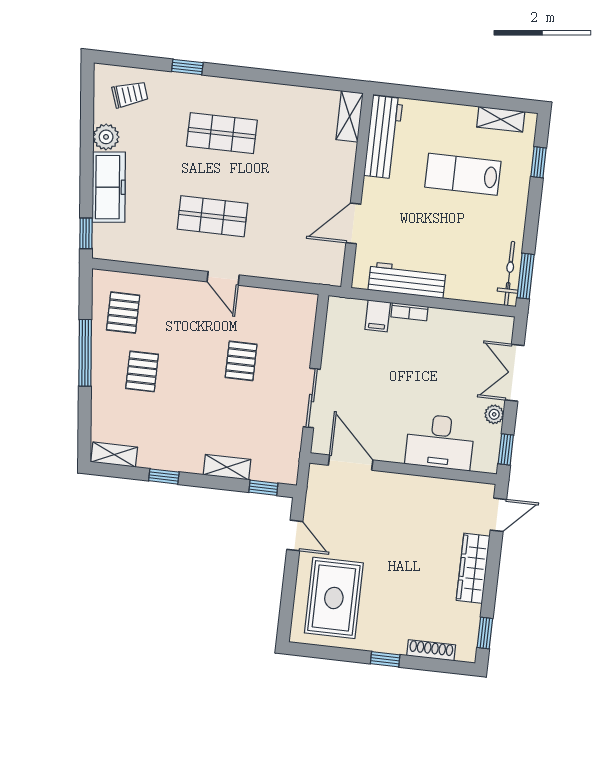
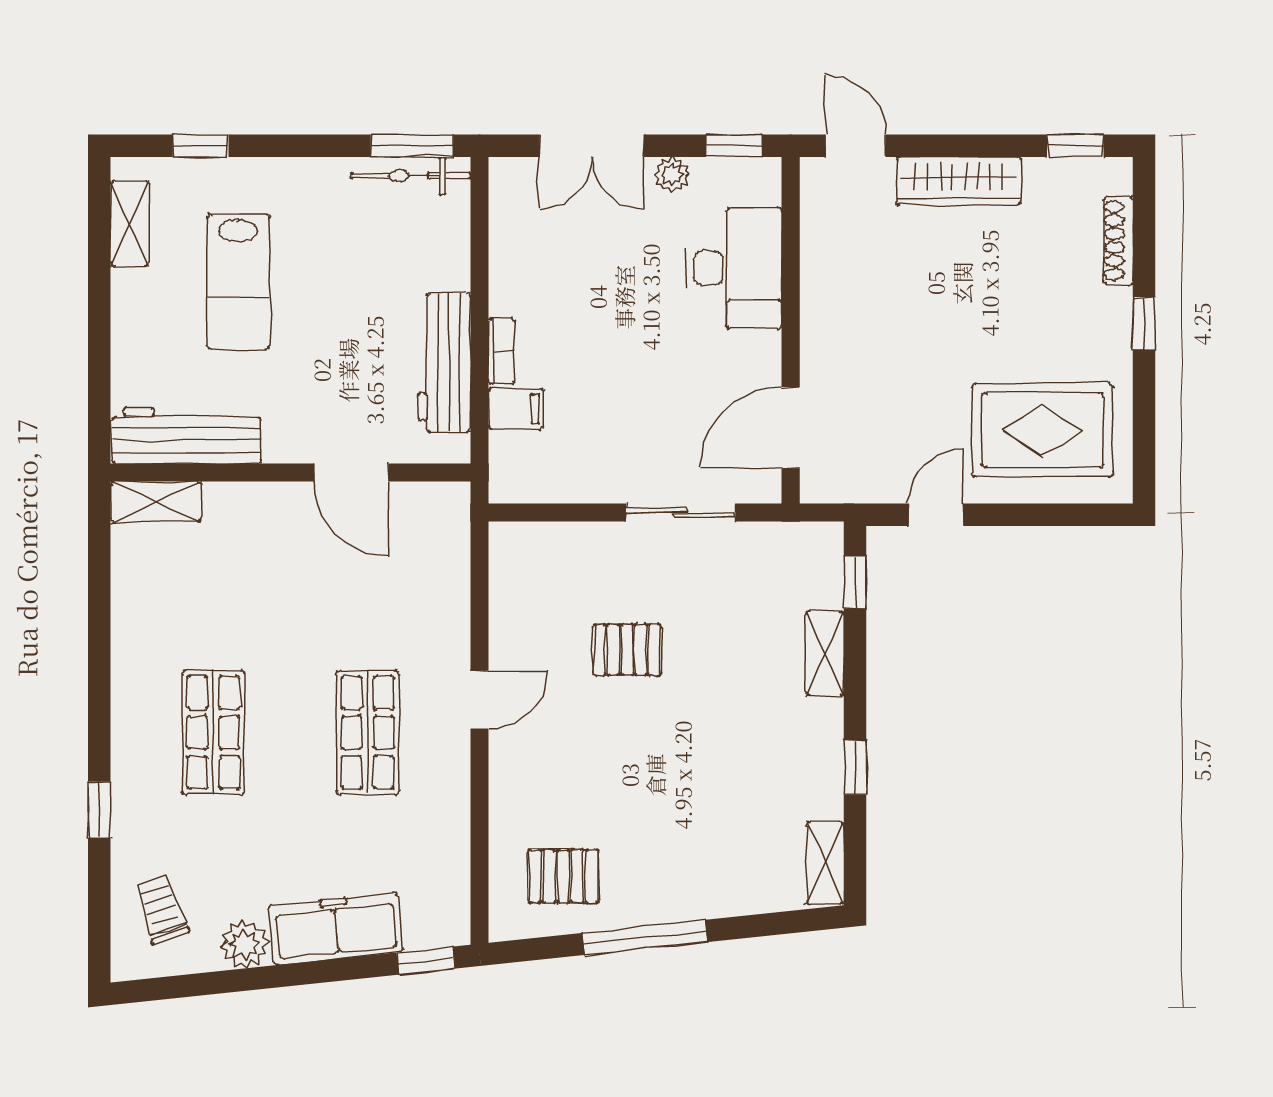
pallet: (142, 371) -> (667, 829), removed

